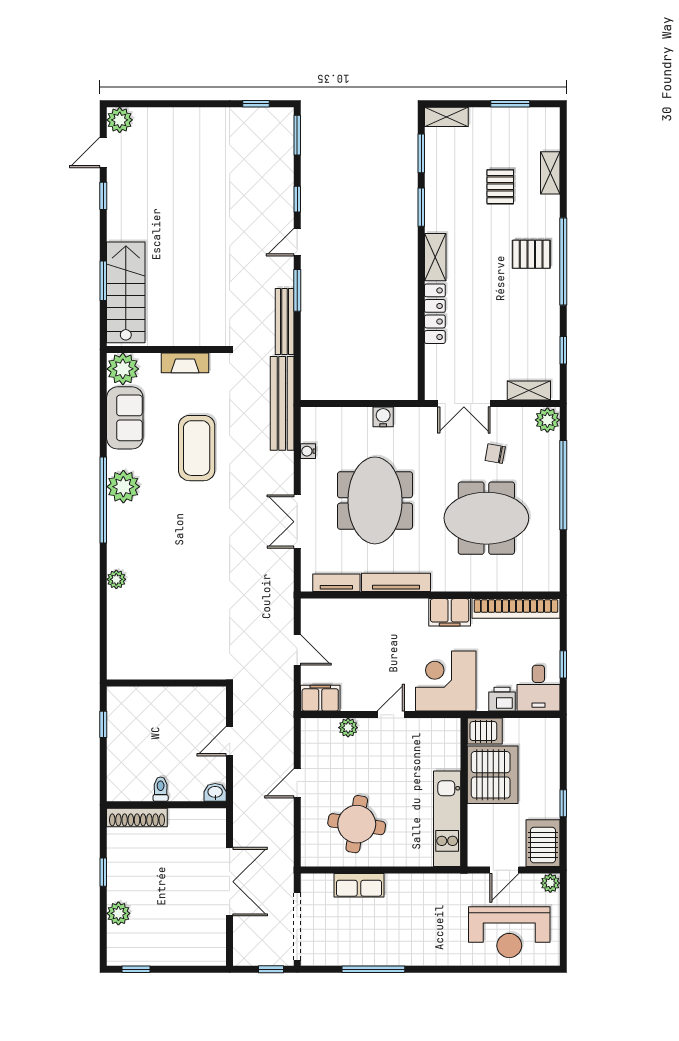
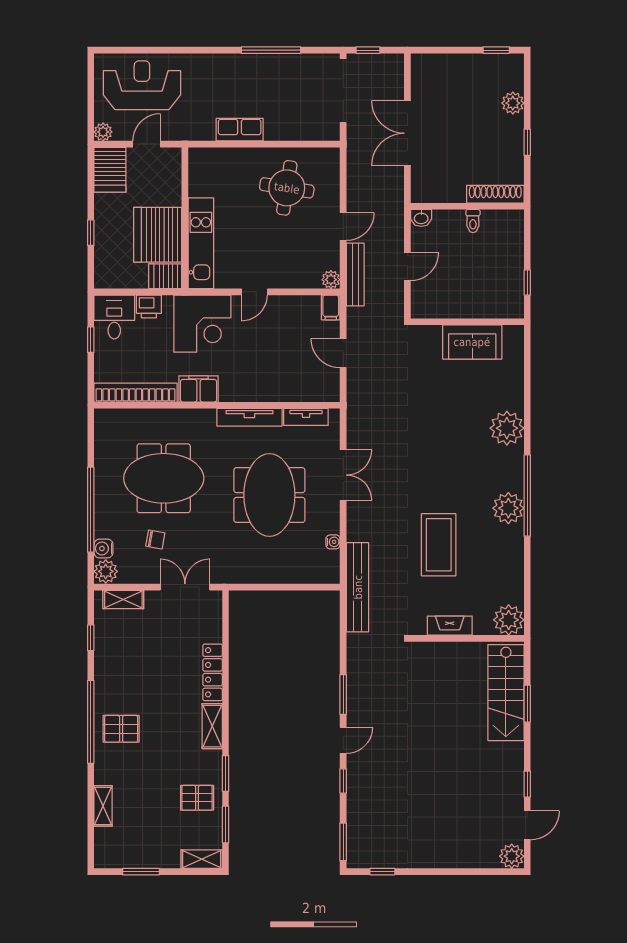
pallet: (500, 187) -> (197, 798), moved, turned 90
bench: (285, 321) -> (355, 275), moved
water cooler: (383, 417) -> (103, 549), moved, turned 90
sofa: (125, 418) -> (472, 342), moved, turned -90
plant: (116, 579) -> (507, 428), width x1.87, depth x1.87
filing cabinet: (320, 698) -> (331, 307), width x0.50
plant: (348, 728) -> (331, 280), moved
window: (563, 803) -> (91, 233), moved
kitchen unit: (447, 819) -> (201, 243), moved
row of seats: (359, 885) -> (240, 130), moved

